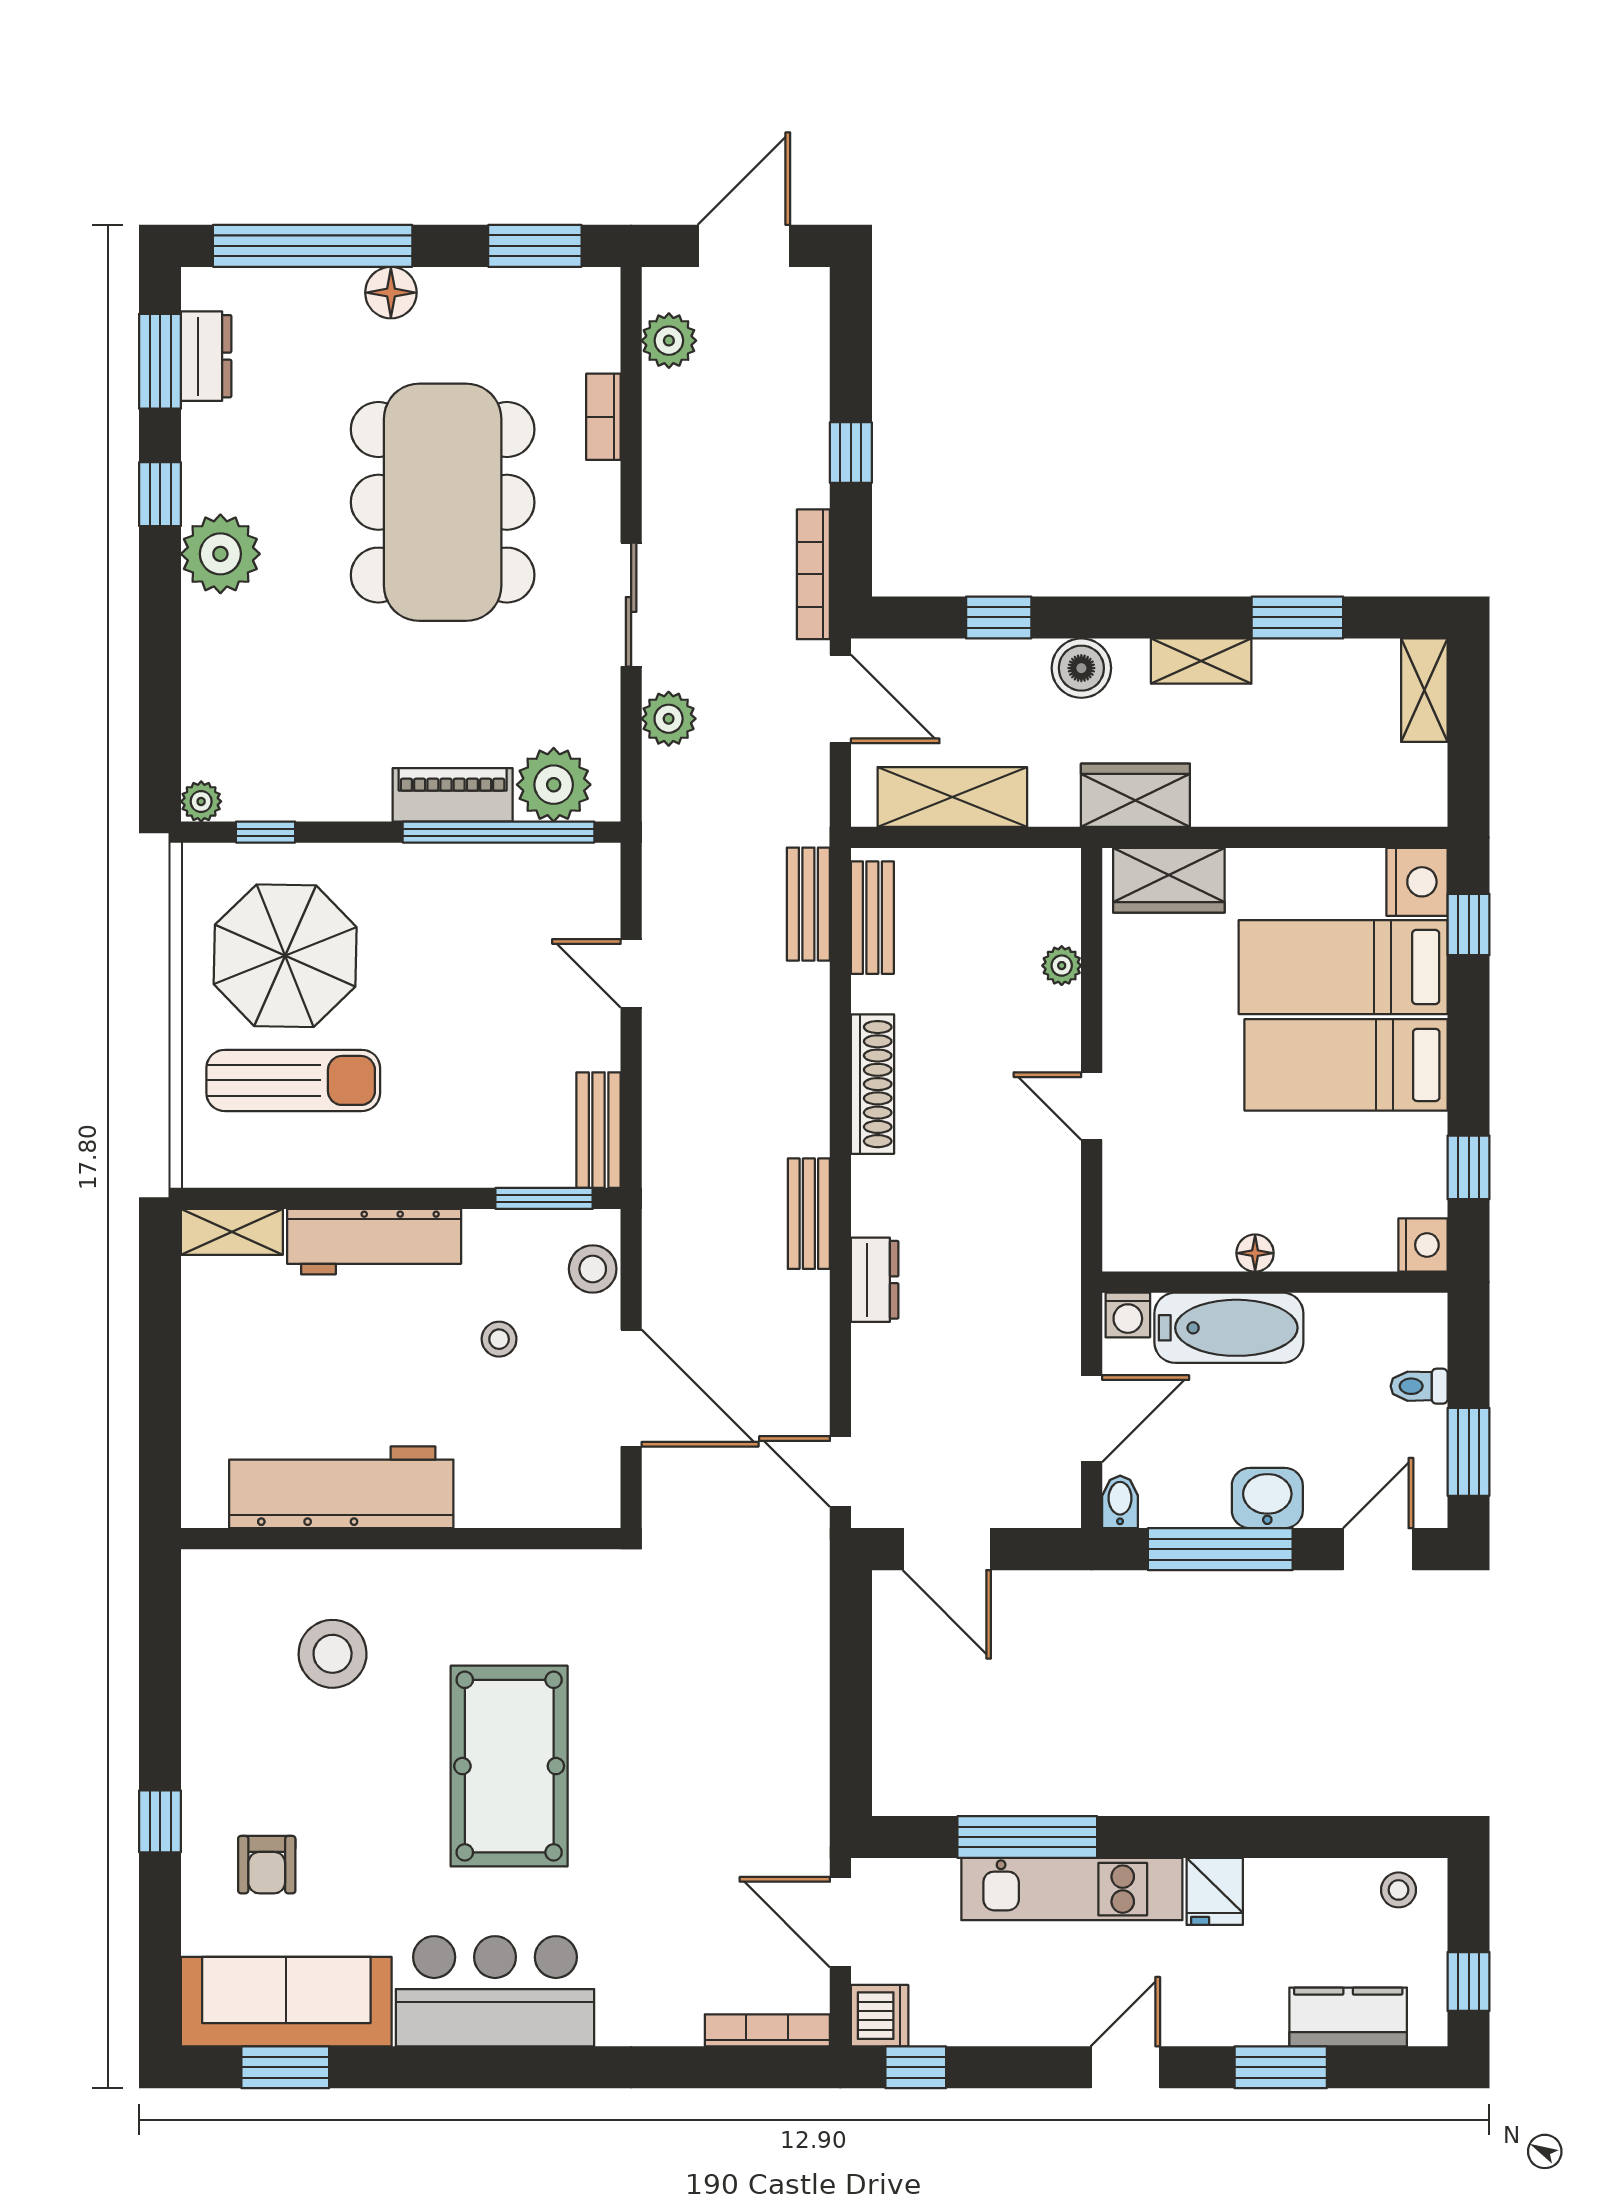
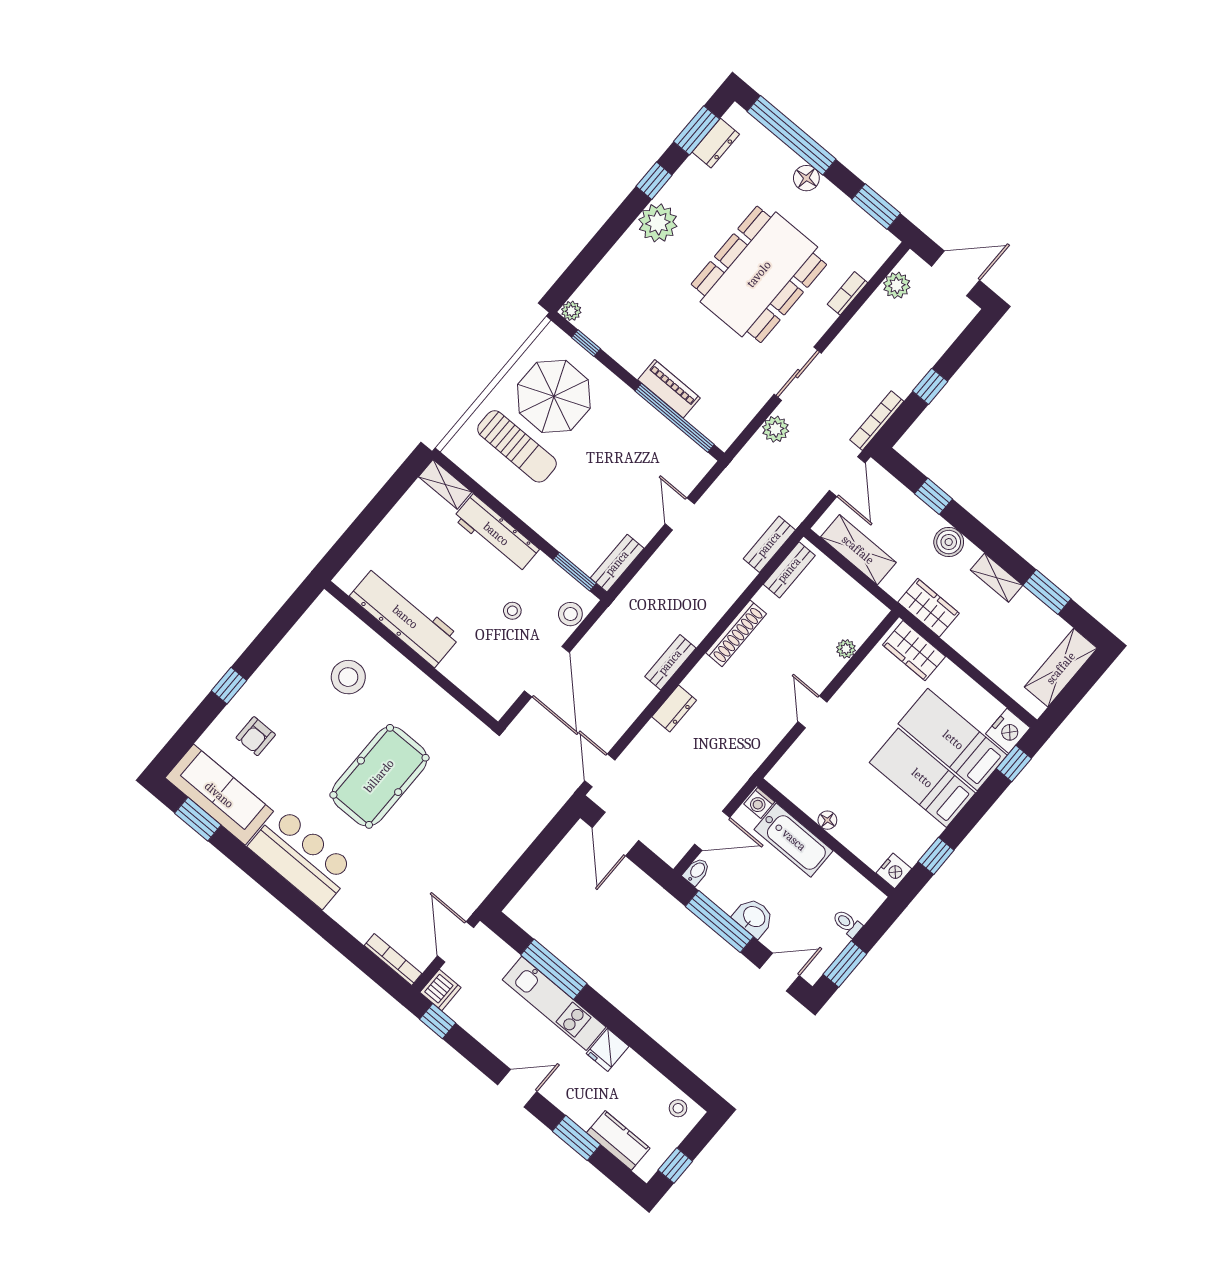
shelving: (1424, 690) -> (1061, 668), width x1.50, depth x1.33
plant: (554, 785) -> (711, 417), removed

